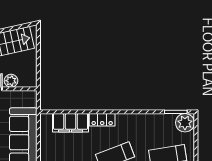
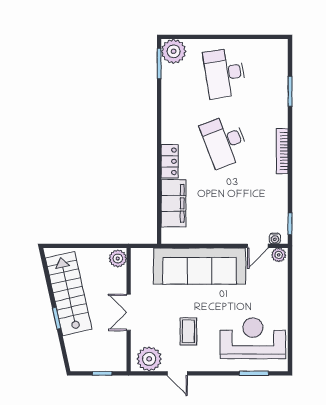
plant: (11, 81) -> (118, 258), moved

